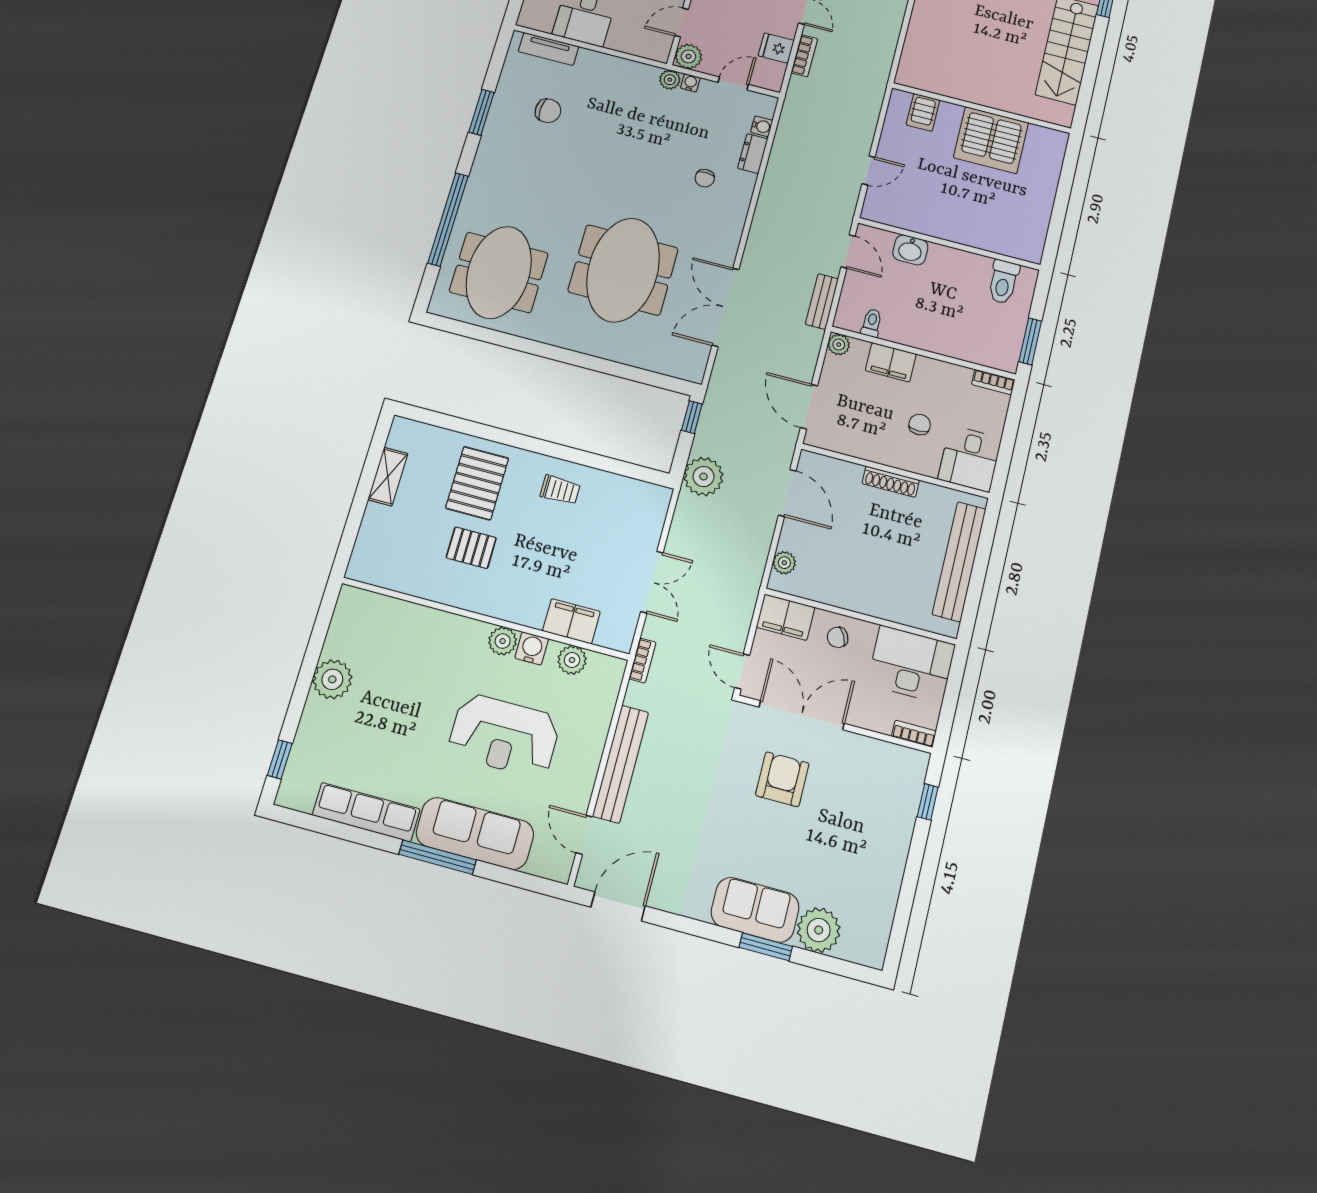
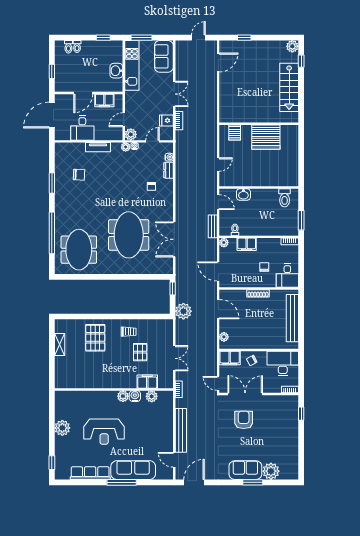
tv unit: (549, 49) -> (98, 147), moved
pallet: (471, 548) -> (140, 352), moved, turned 90
reception desk: (504, 736) -> (104, 432), moved

